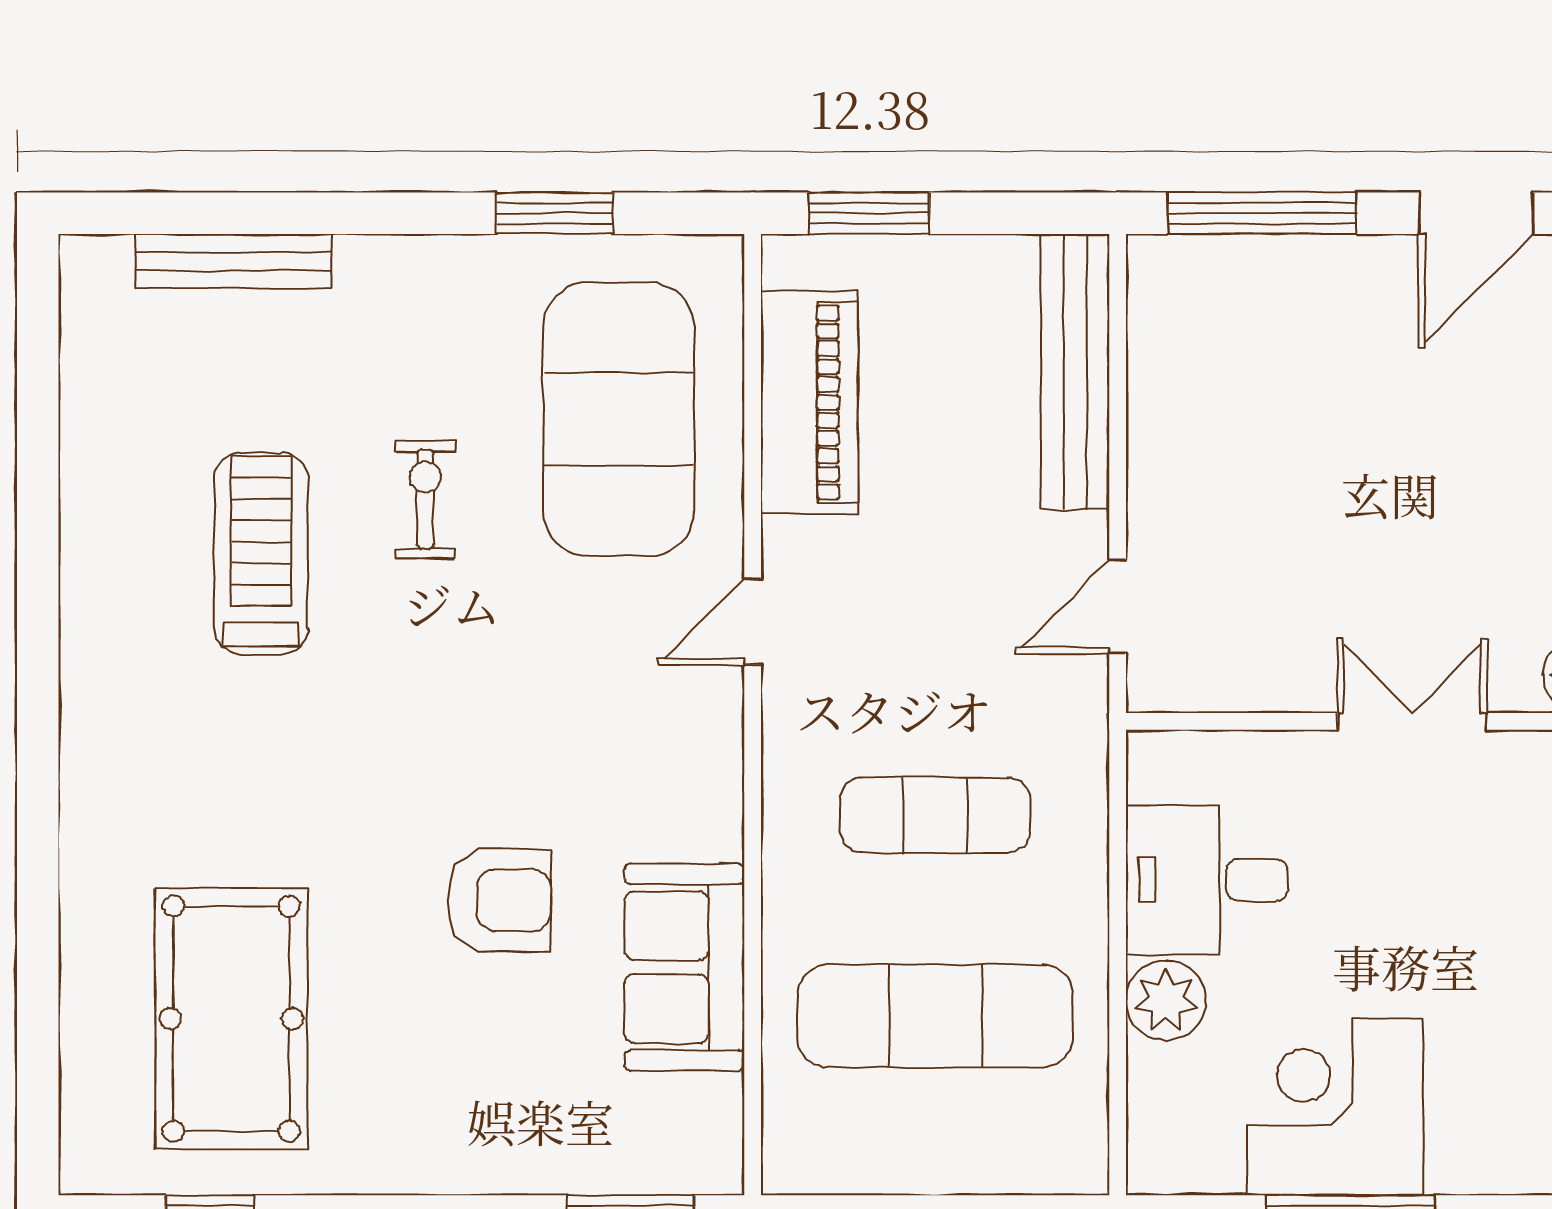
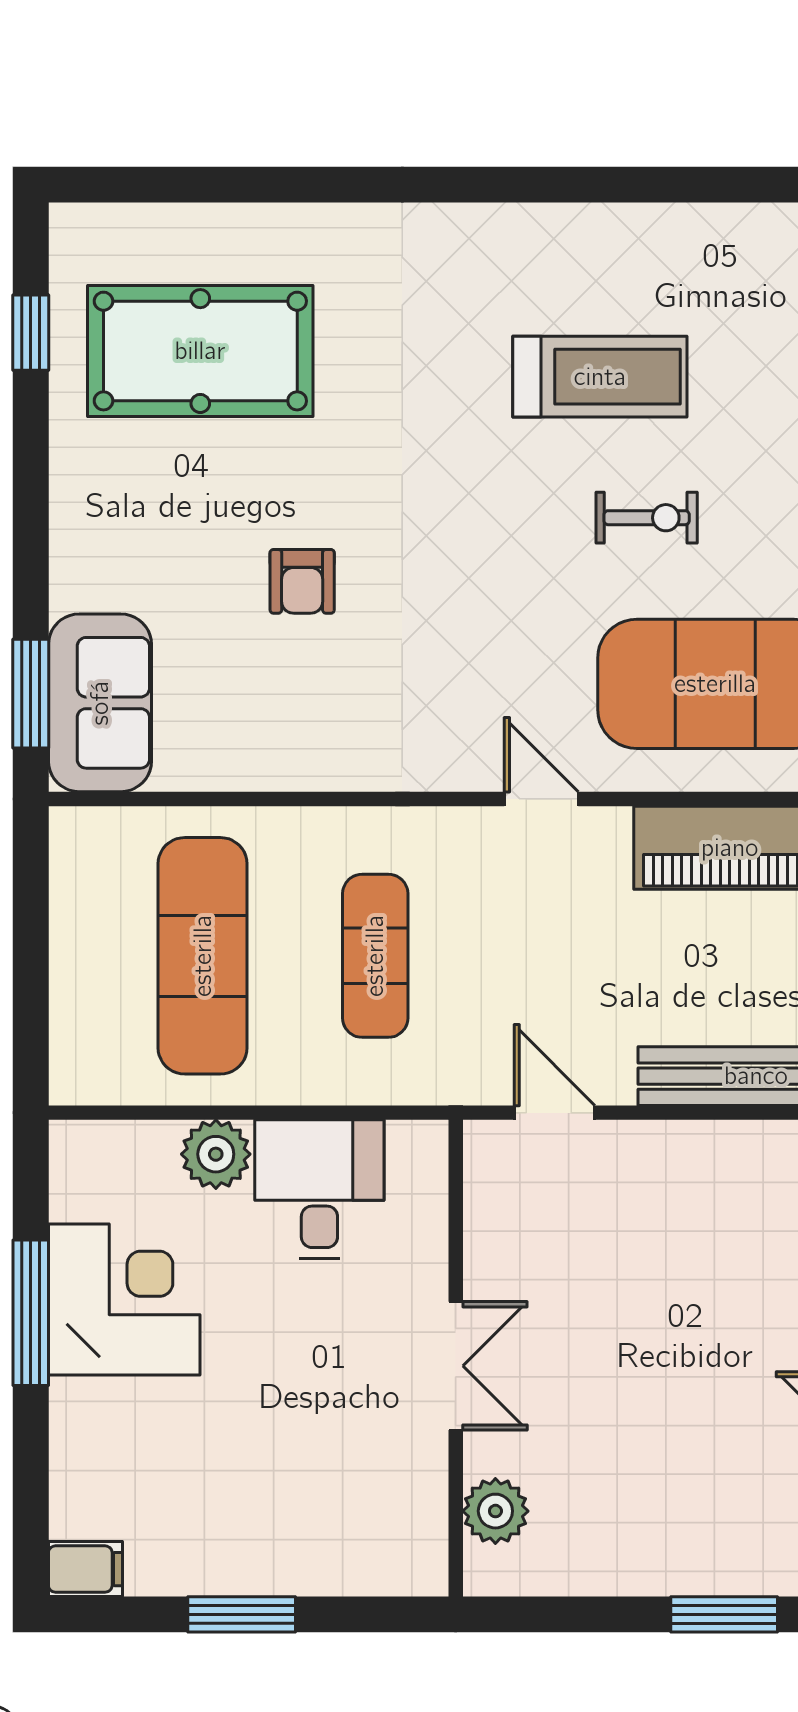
armchair: (499, 900) -> (302, 581), width x0.72, depth x0.72
sofa: (684, 967) -> (100, 703), moved, turned 90

